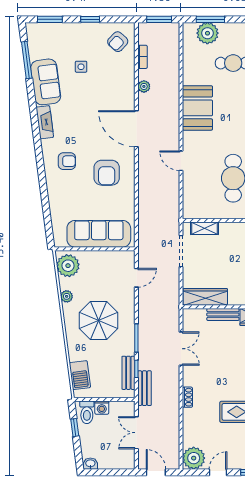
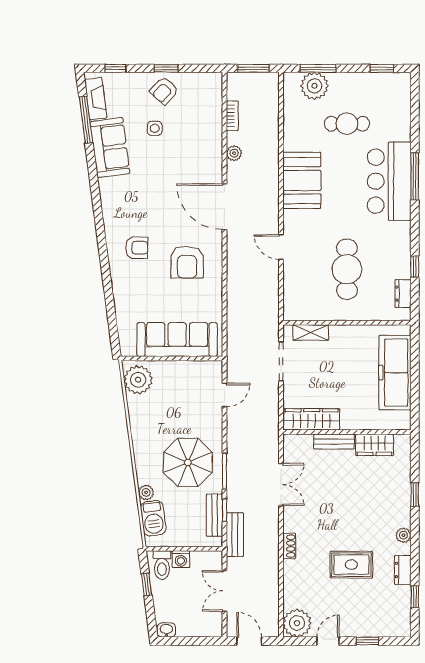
window: (50, 19) -> (115, 68), width x0.67
armchair: (118, 42) -> (164, 91), moved
fireplace: (45, 122) -> (96, 99), moved
plant: (67, 296) -> (146, 492), moved
parasol: (99, 320) -> (188, 462), moved

